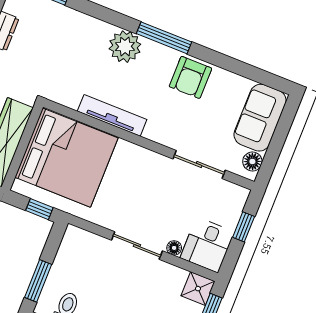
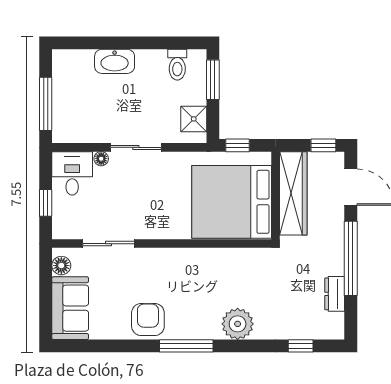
plant: (125, 47) -> (238, 324), moved
tv unit: (112, 115) -> (205, 257), removed
shower: (198, 289) -> (194, 119), moved

